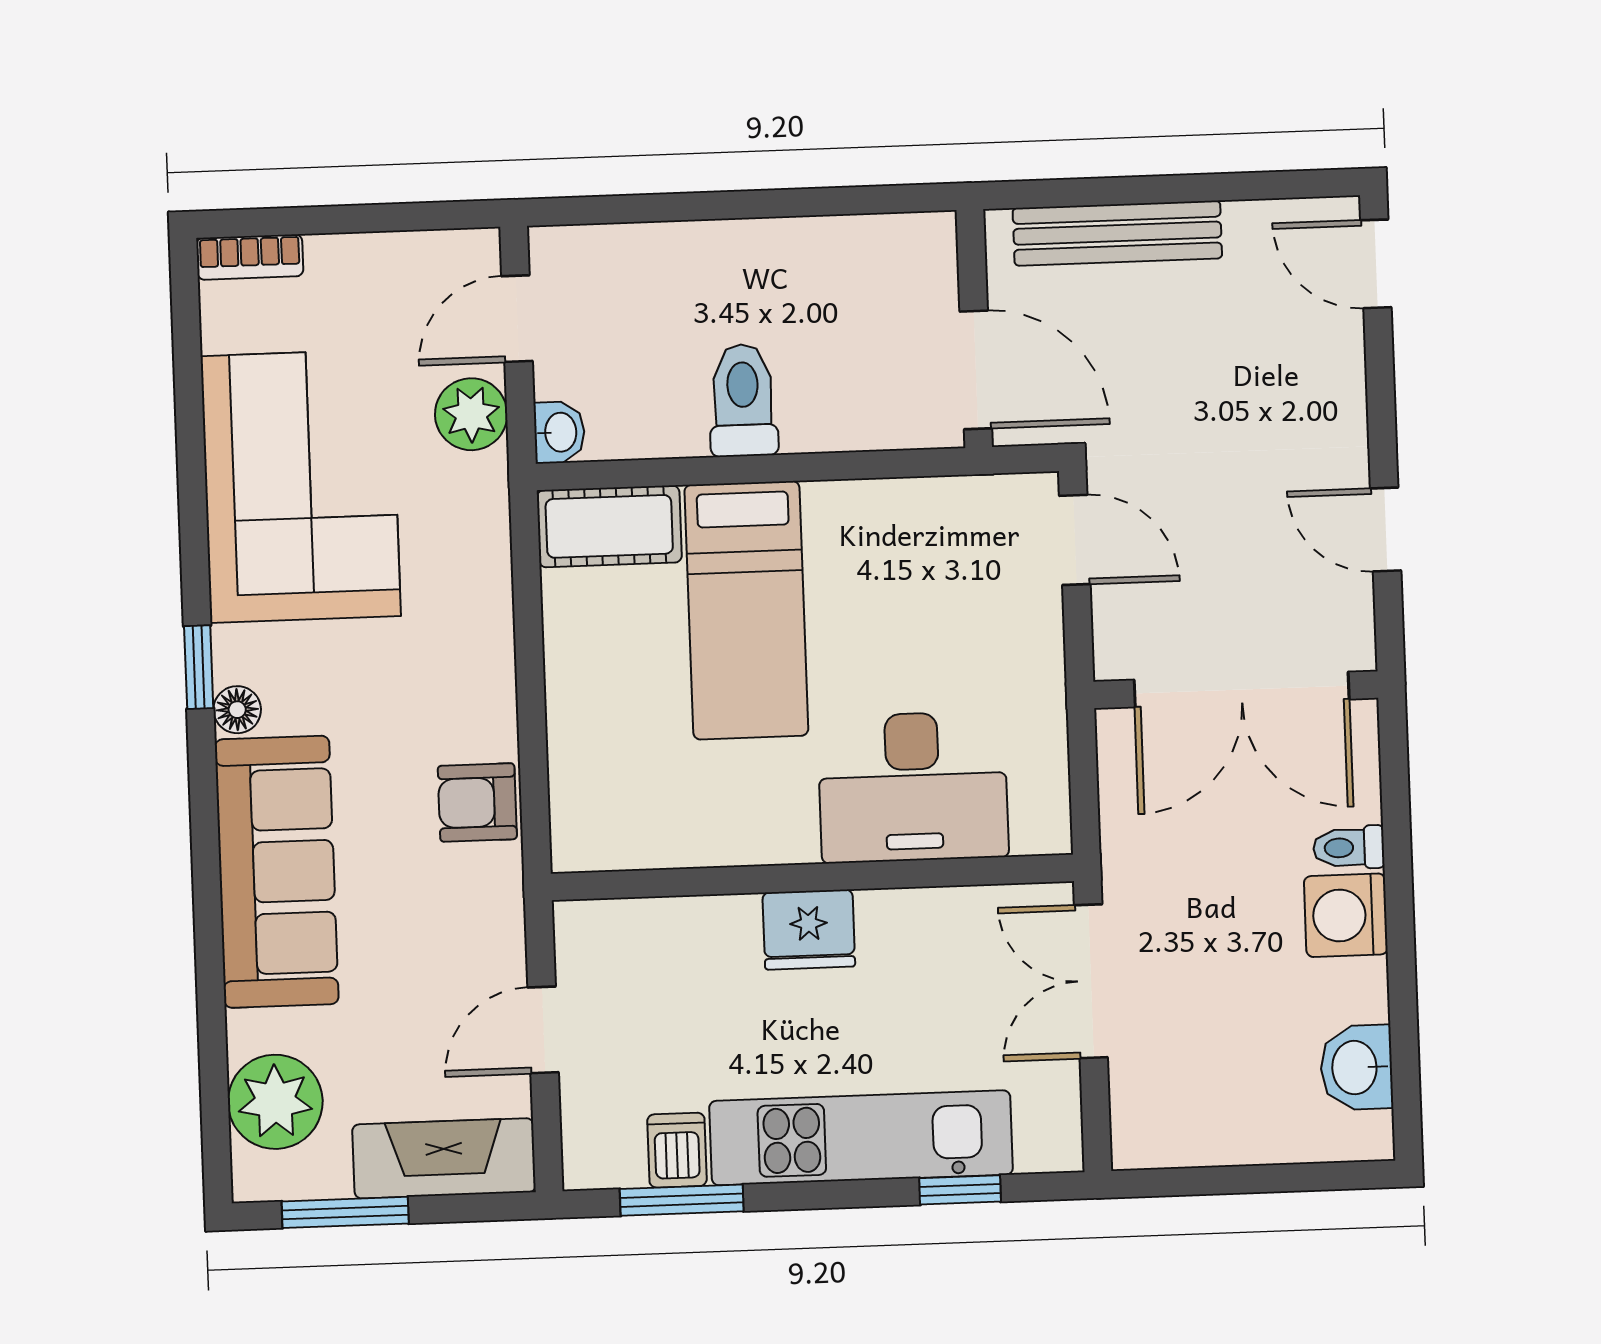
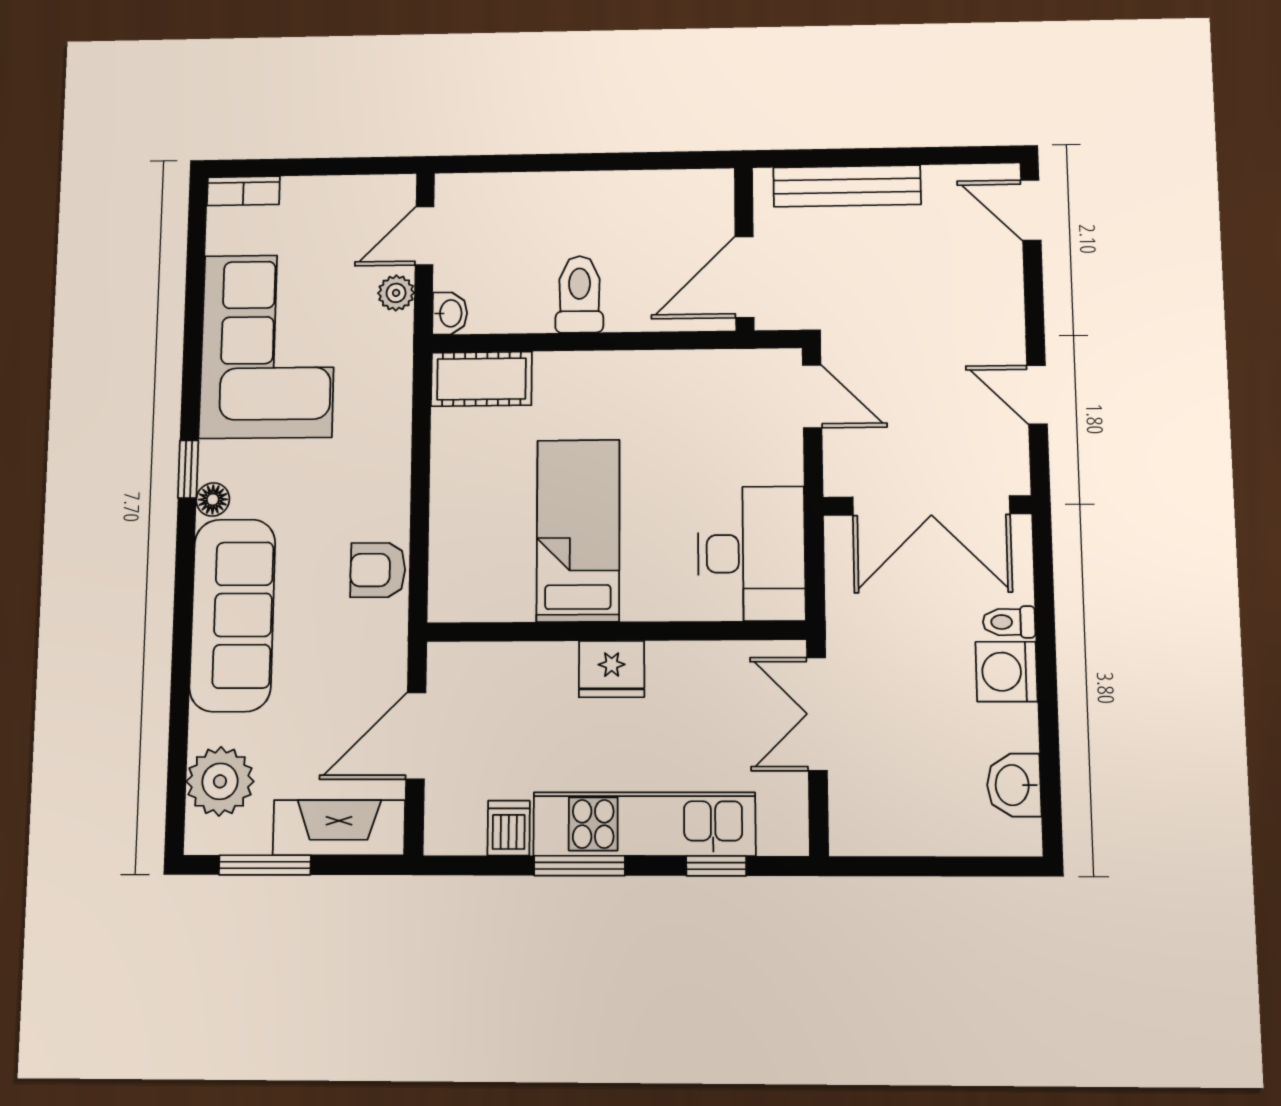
door: (976, 370) -> (744, 277), swing flipped
plant: (471, 414) -> (396, 293), width x0.73, depth x0.73
bed: (746, 610) -> (578, 530), moved, turned 180
desk: (913, 787) -> (752, 554), moved, turned -90
door: (543, 1030) -> (416, 736), width x1.38
window: (682, 1200) -> (579, 866), moved

